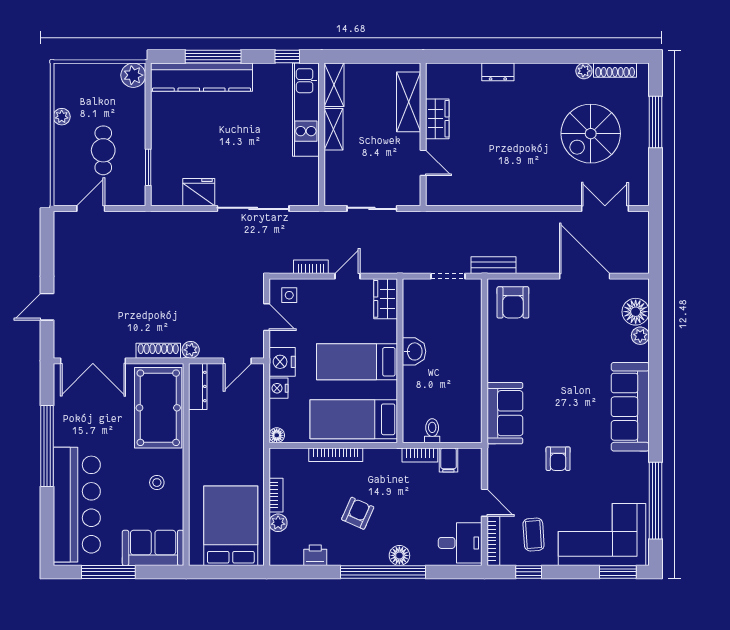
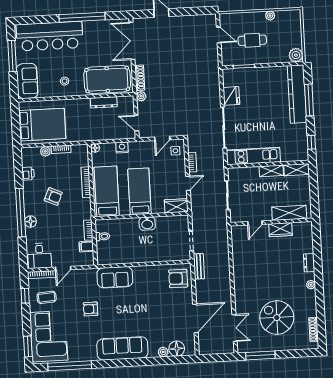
plant: (584, 71) -> (311, 285), moved
kitchen unit: (306, 110) -> (253, 156), moved
window: (655, 122) -> (260, 355), moved
door: (347, 276) -> (188, 183), hinge flipped
nightstand: (282, 362) -> (137, 149), removed
dresser: (198, 386) -> (104, 102), moved

